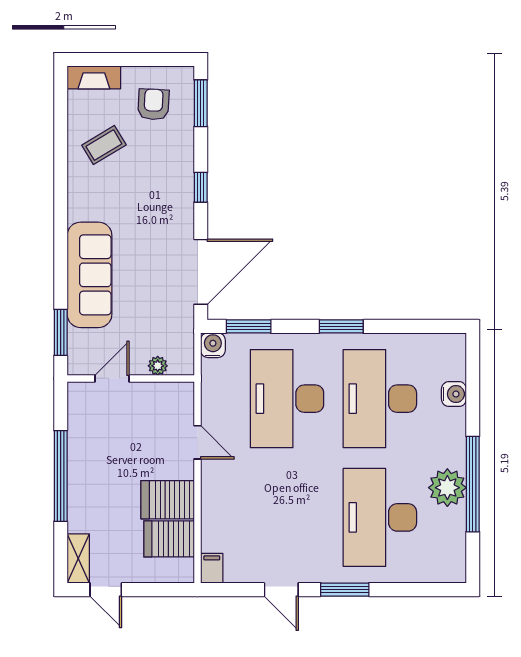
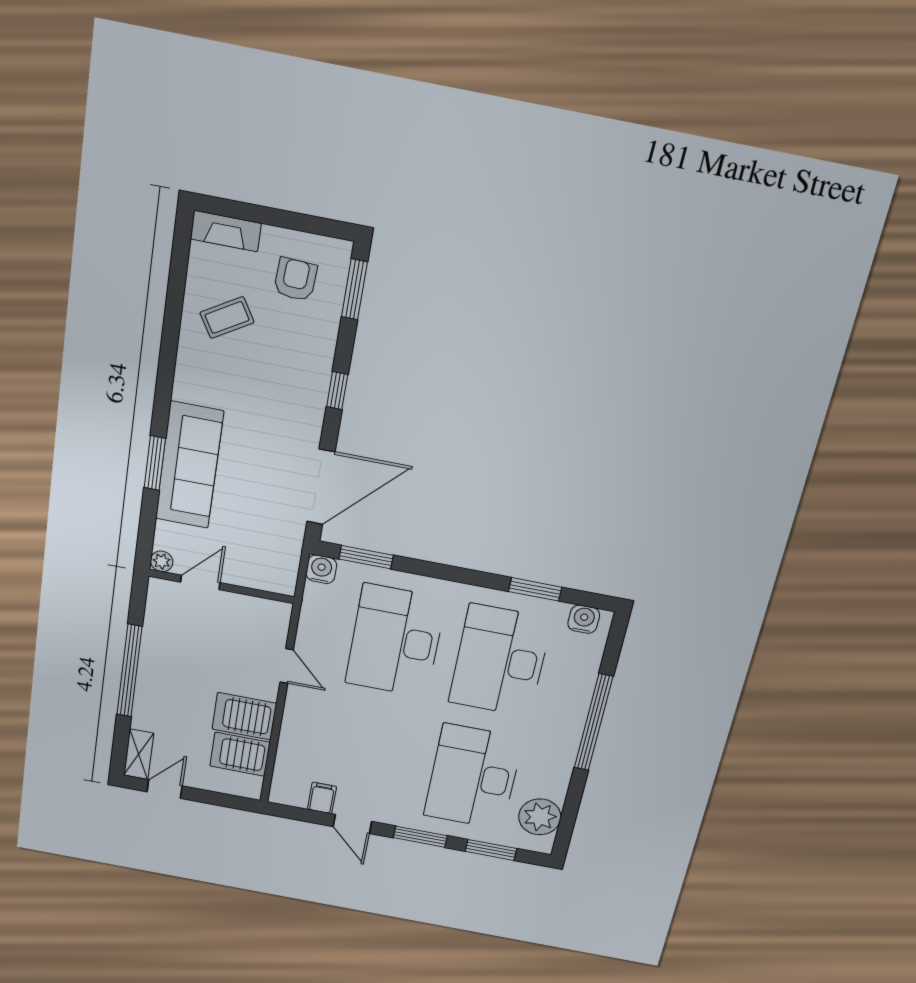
window: (341, 326) -> (535, 589), moved
window: (61, 332) -> (155, 463), moved
plant: (158, 366) -> (162, 561), moved
water cooler: (454, 394) -> (584, 619), moved, turned -90
window: (473, 484) -> (593, 722), moved
plant: (447, 488) -> (540, 817), moved
filing cabinet: (212, 568) -> (322, 798), moved
door: (106, 590) -> (165, 789), swing flipped
window: (411, 590) -> (491, 850), added

